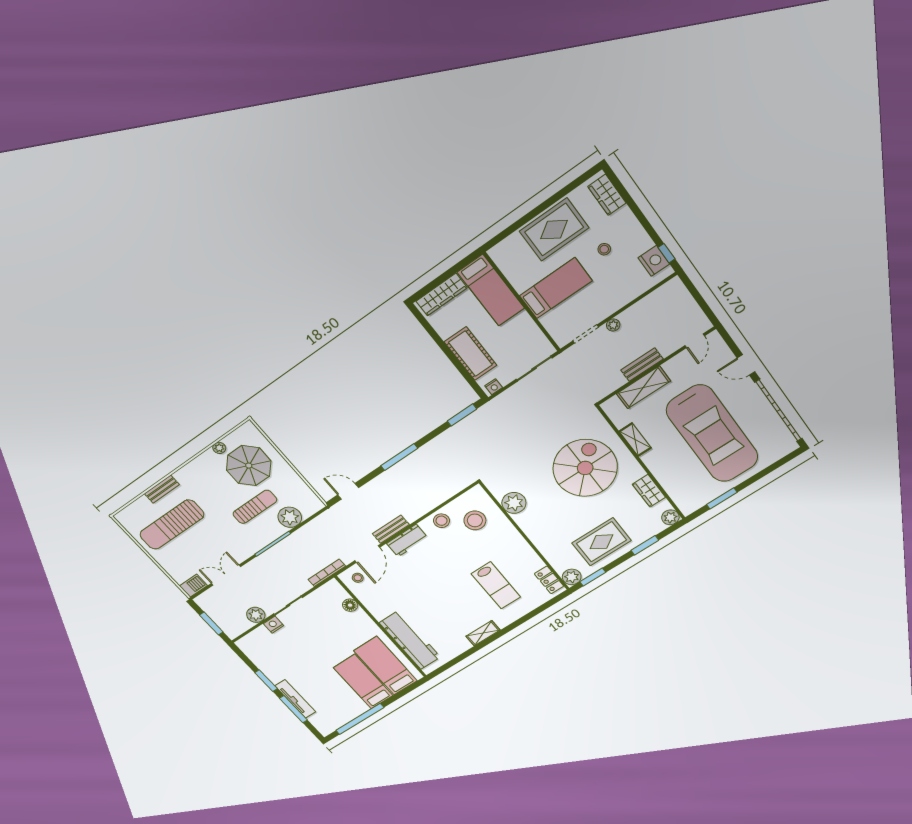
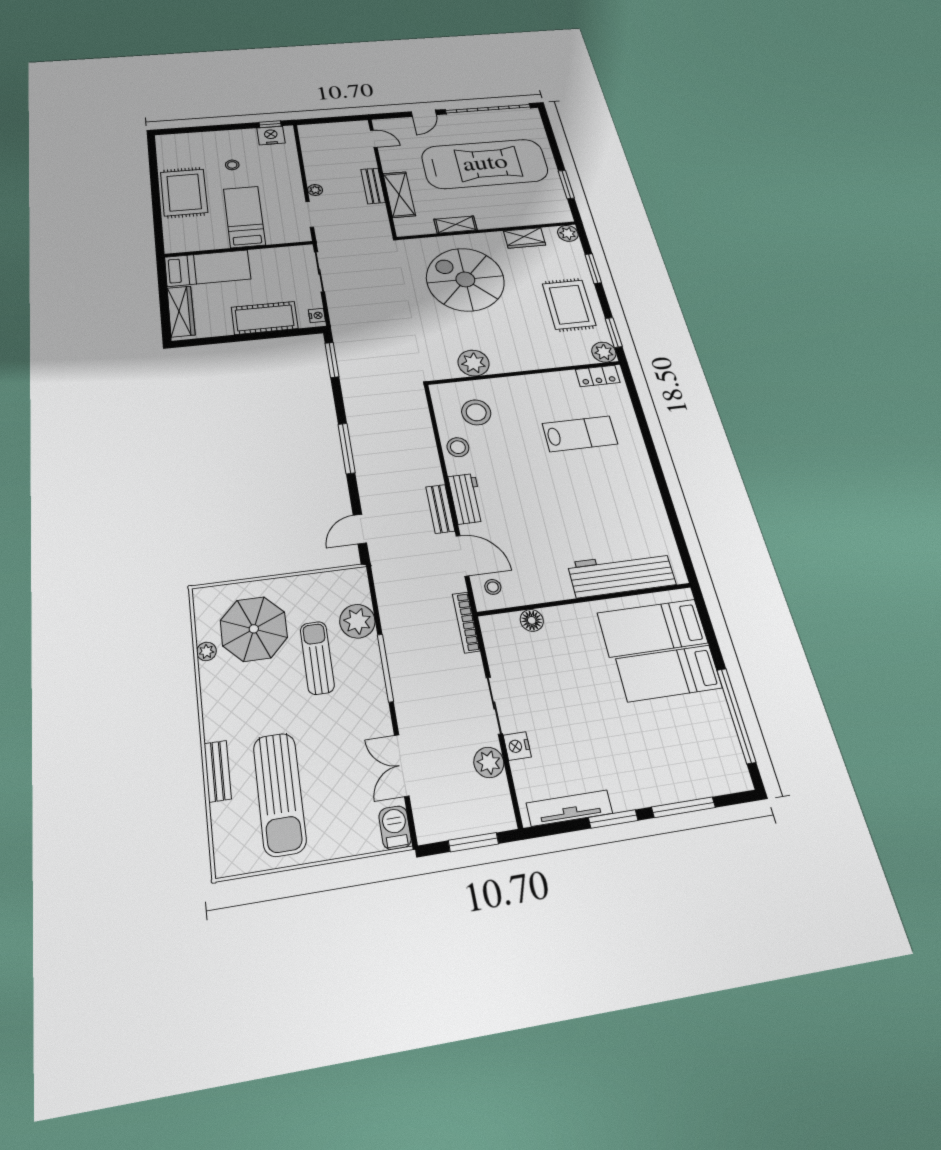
wardrobe: (607, 195) -> (181, 142), removed
shelving: (483, 633) -> (647, 482), removed
tv unit: (295, 699) -> (569, 808), moved

